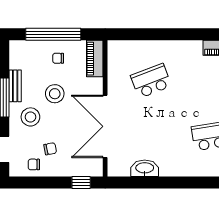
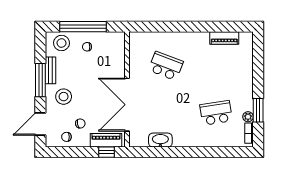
piano: (95, 59) -> (106, 140), moved, turned 90
school desk: (151, 81) -> (166, 66), turned 42
stool: (55, 94) -> (62, 43), moved

